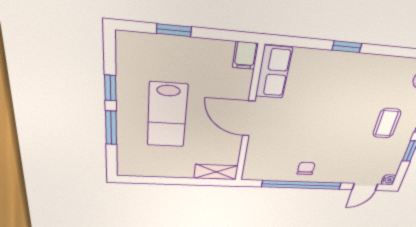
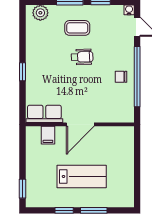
window: (174, 30) -> (22, 189), moved
filing cabinet: (245, 55) -> (48, 135), moved, turned 90
wheelchair: (346, 126) -> (82, 57), added
shelving: (216, 172) -> (127, 141), removed

